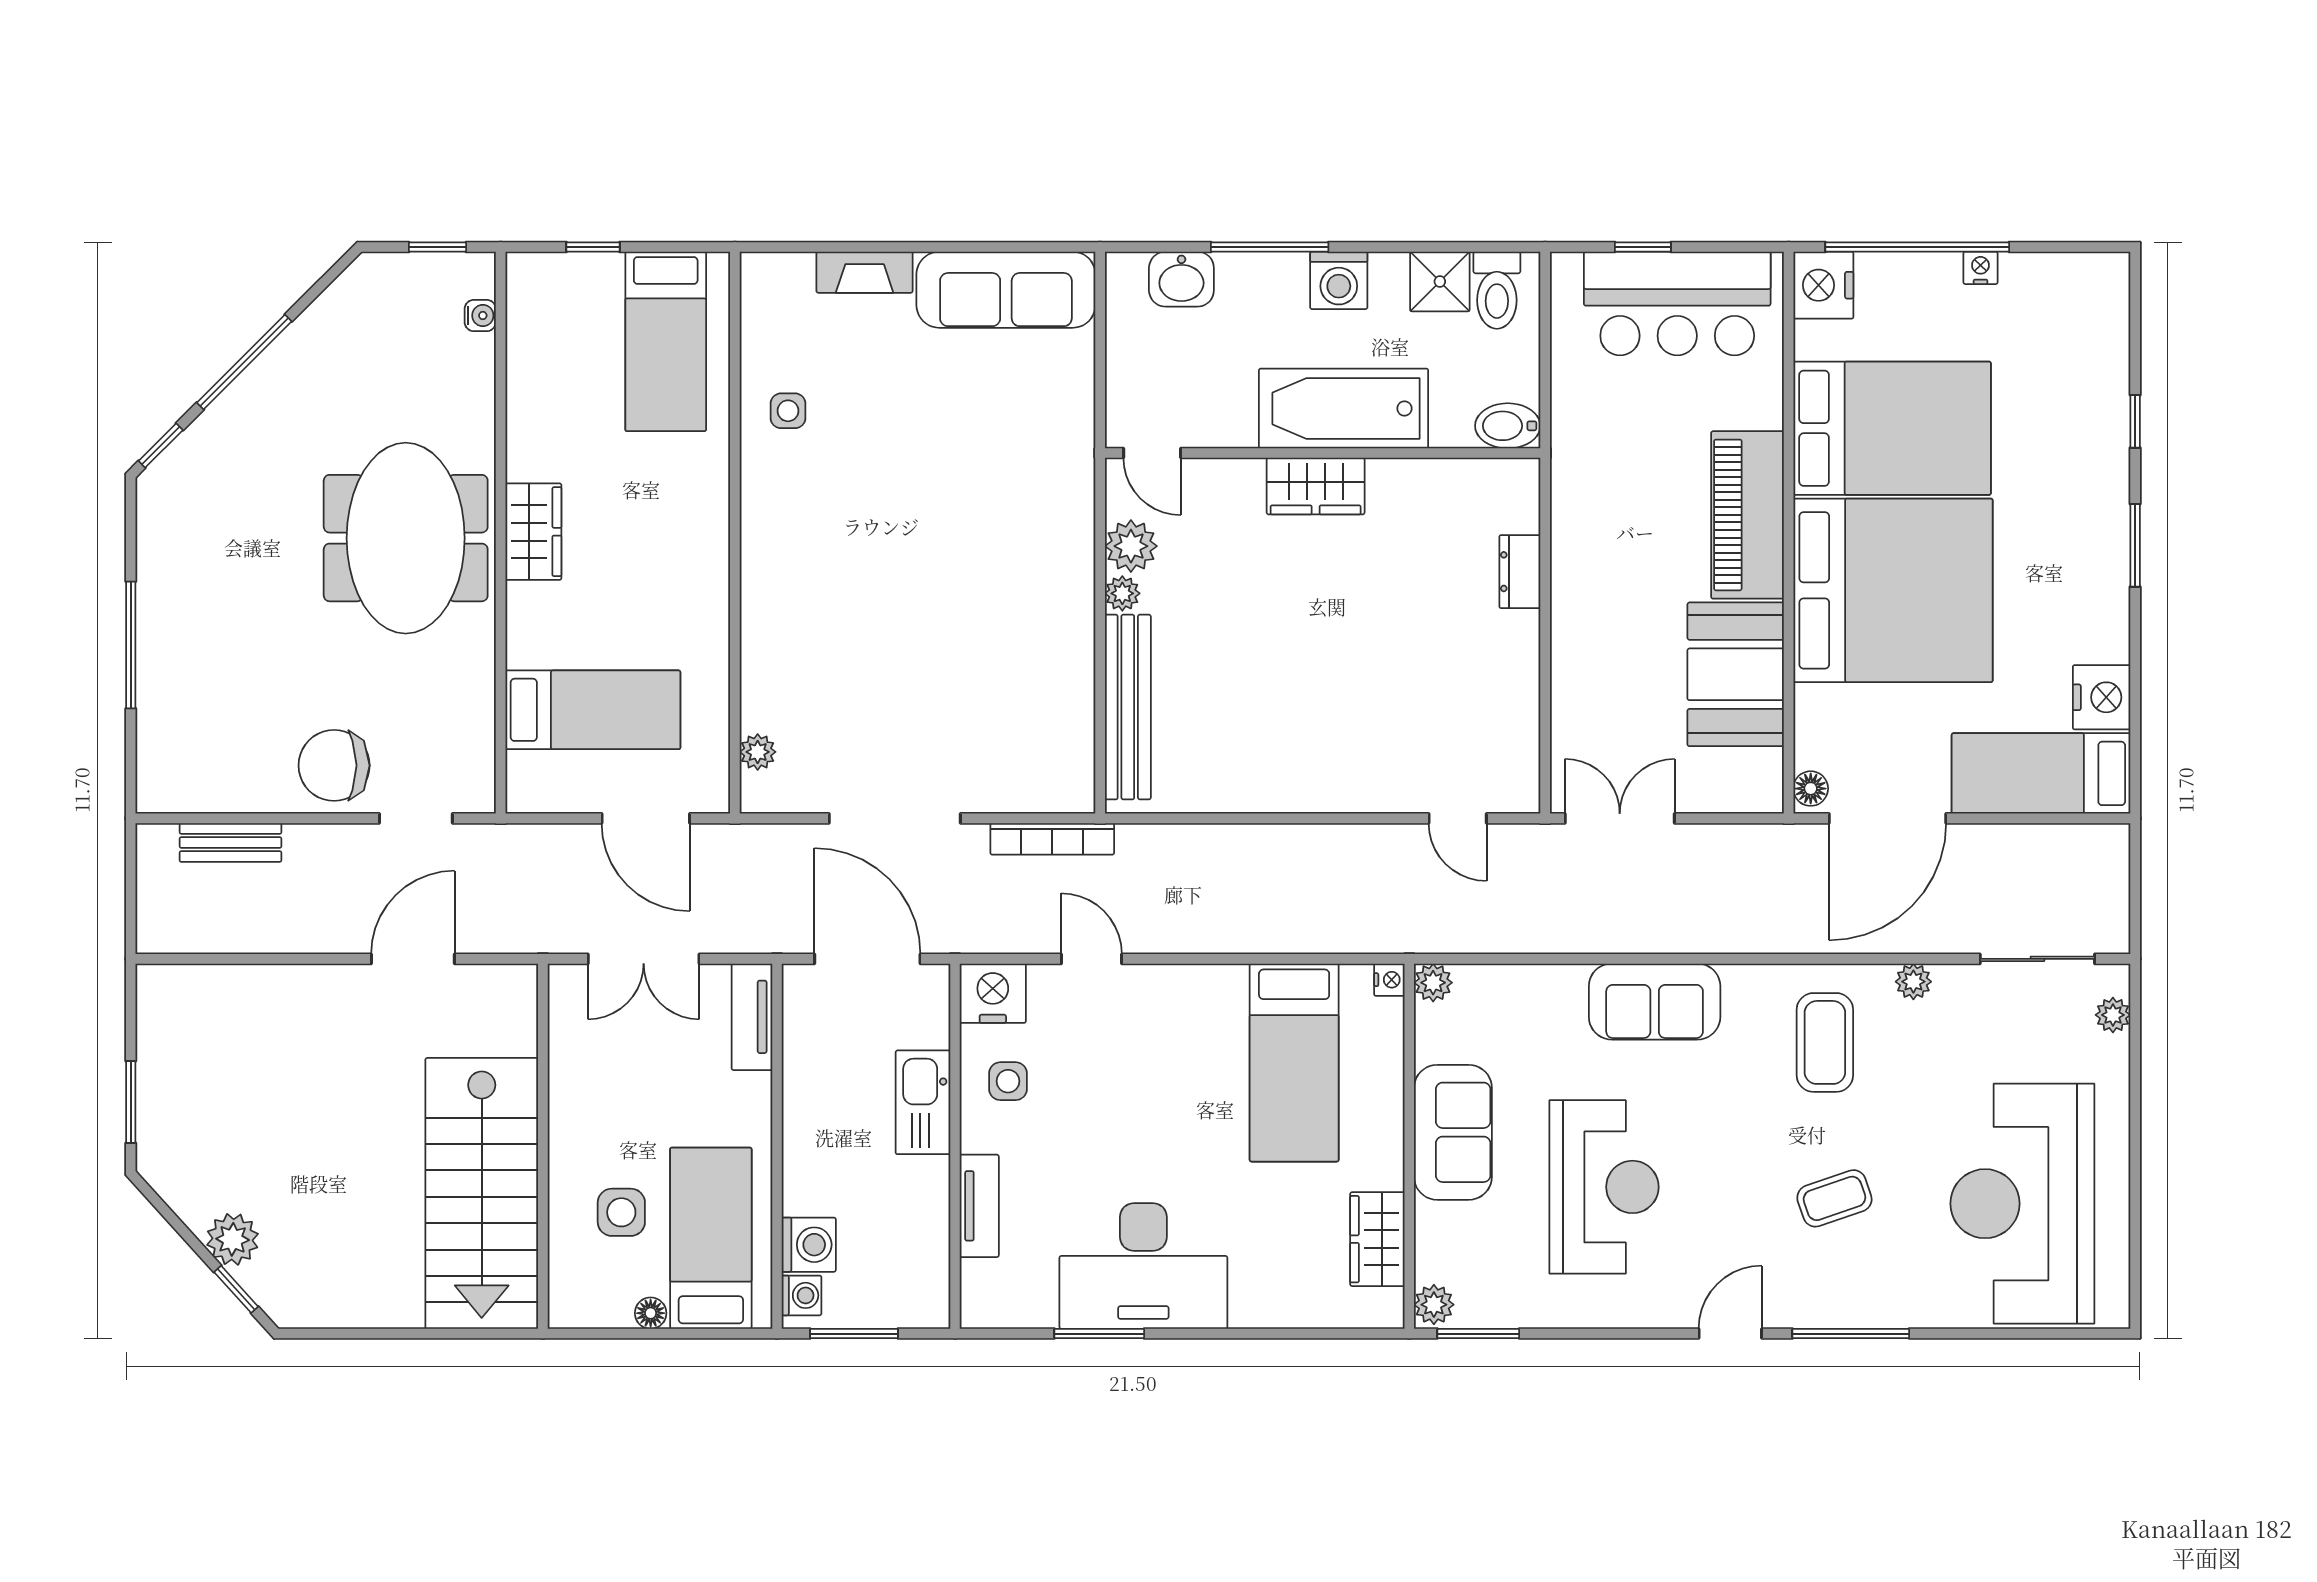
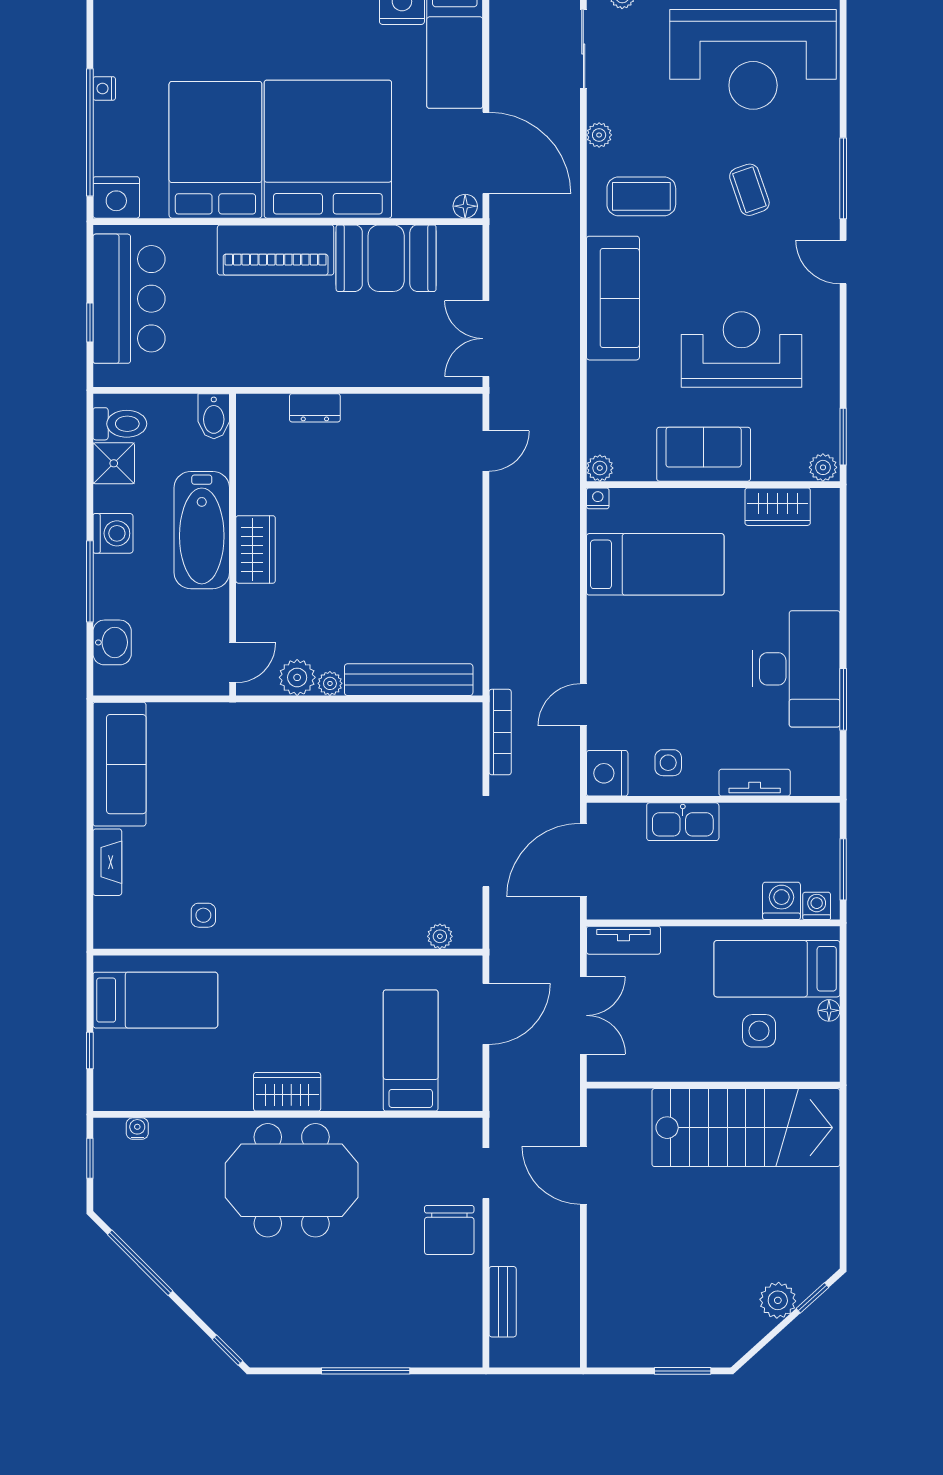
window: (244, 362) -> (140, 1263), moved
sofa: (1655, 1002) -> (613, 298), width x1.36

